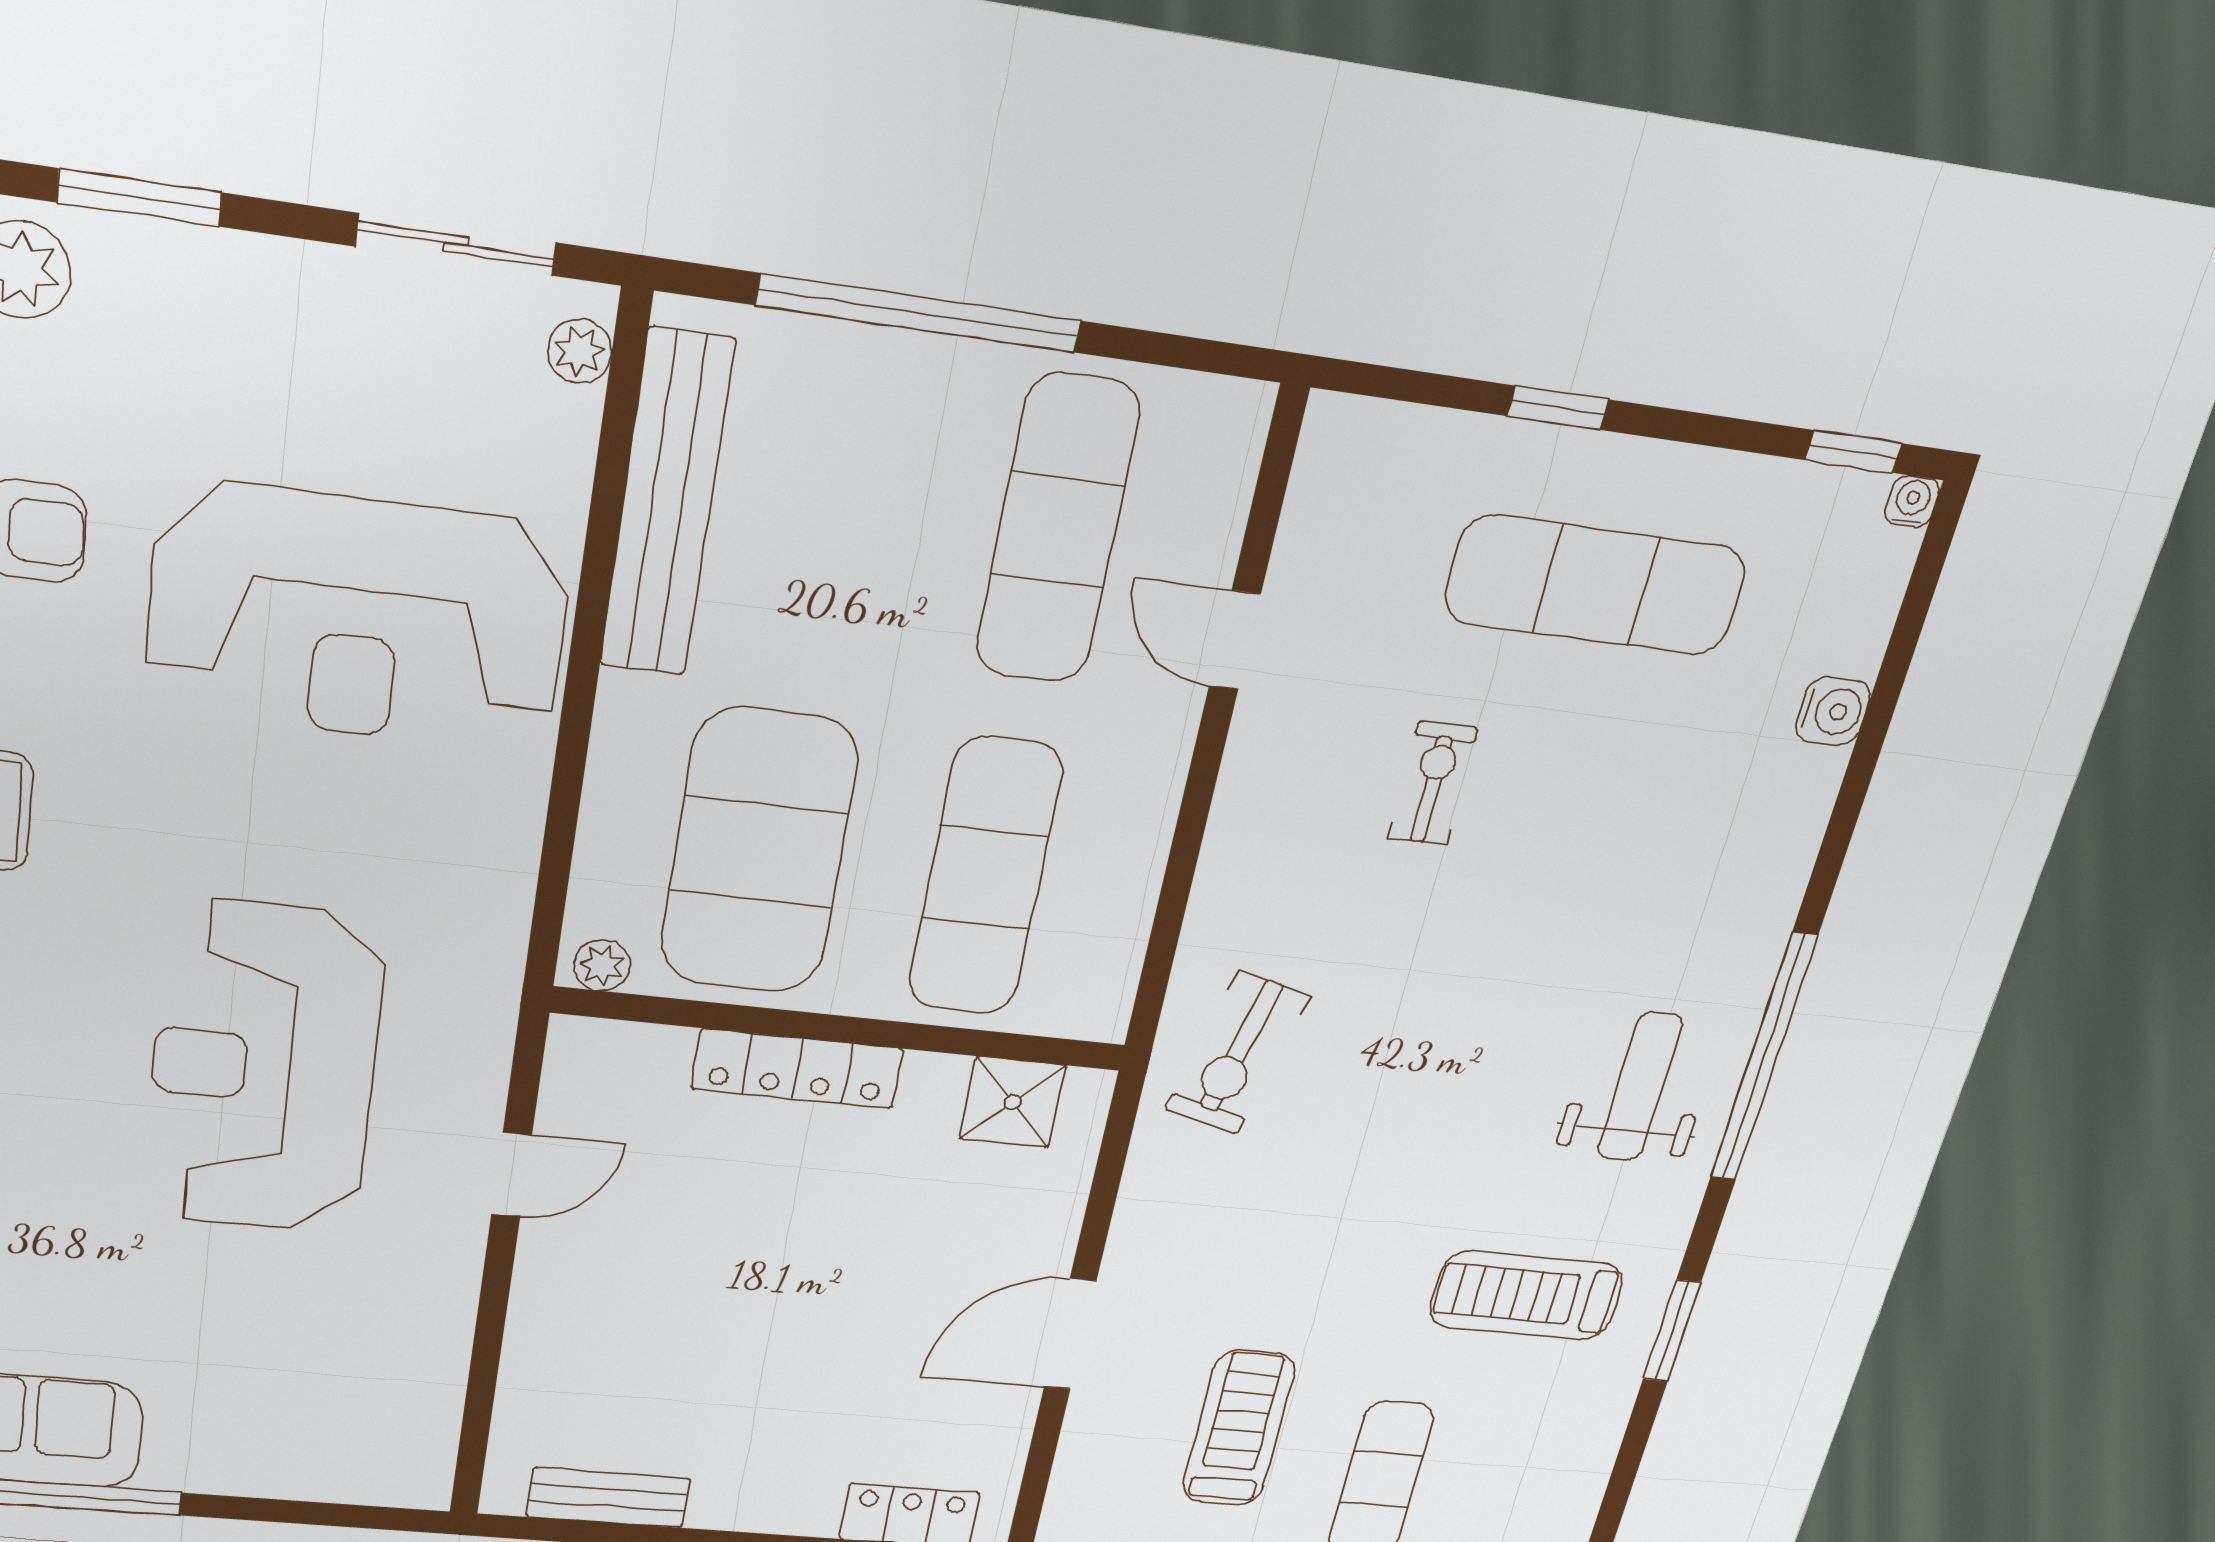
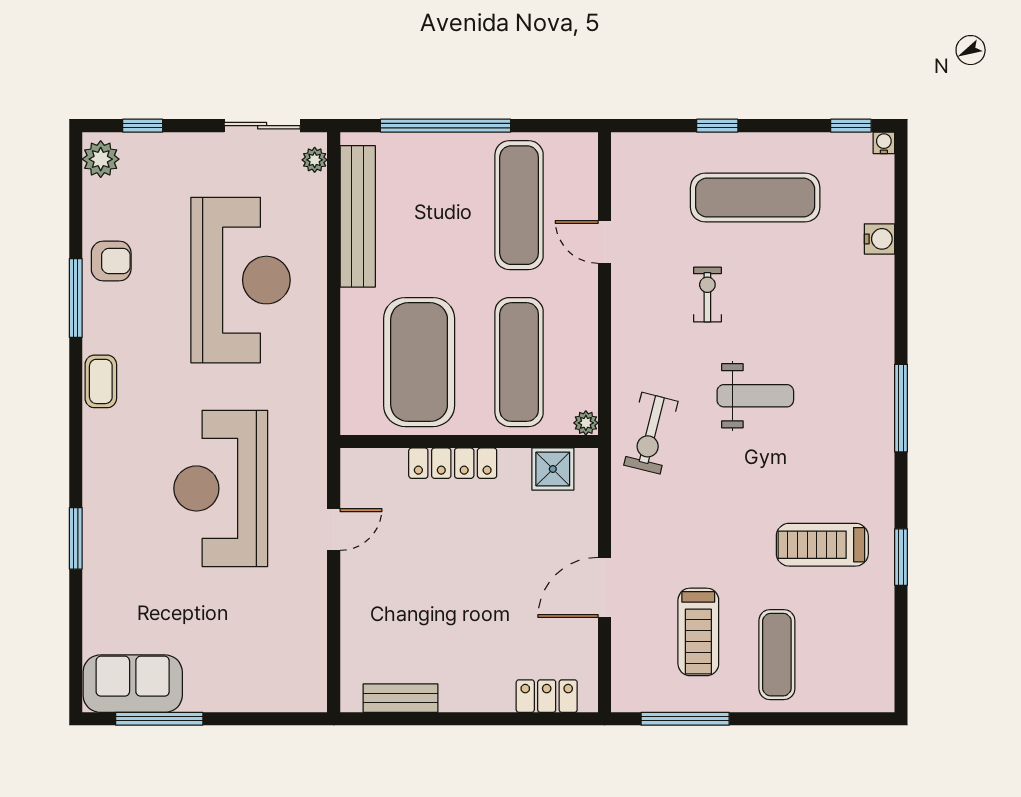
window: (140, 198) -> (143, 126), width x0.67
reception desk: (358, 618) -> (241, 280), turned -90
plant: (602, 965) -> (586, 423), moved
window: (1764, 1058) -> (901, 408), width x0.68
weight bench: (1640, 1087) -> (755, 396), moved, turned 90
treadmill: (1239, 1428) -> (698, 632), turned 180

